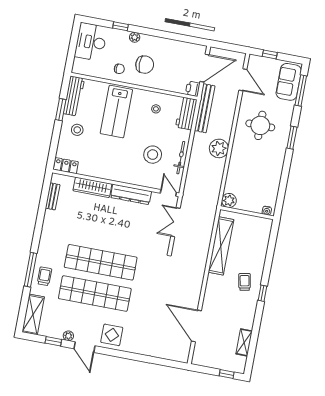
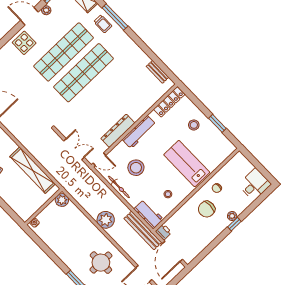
window: (121, 26) -> (234, 224), moved
desk: (91, 42) -> (255, 184), width x0.73
workbench: (74, 96) -> (139, 132), moved, turned -90
locker: (66, 166) -> (169, 102), width x1.53
wardrobe: (92, 187) -> (143, 106), removed

